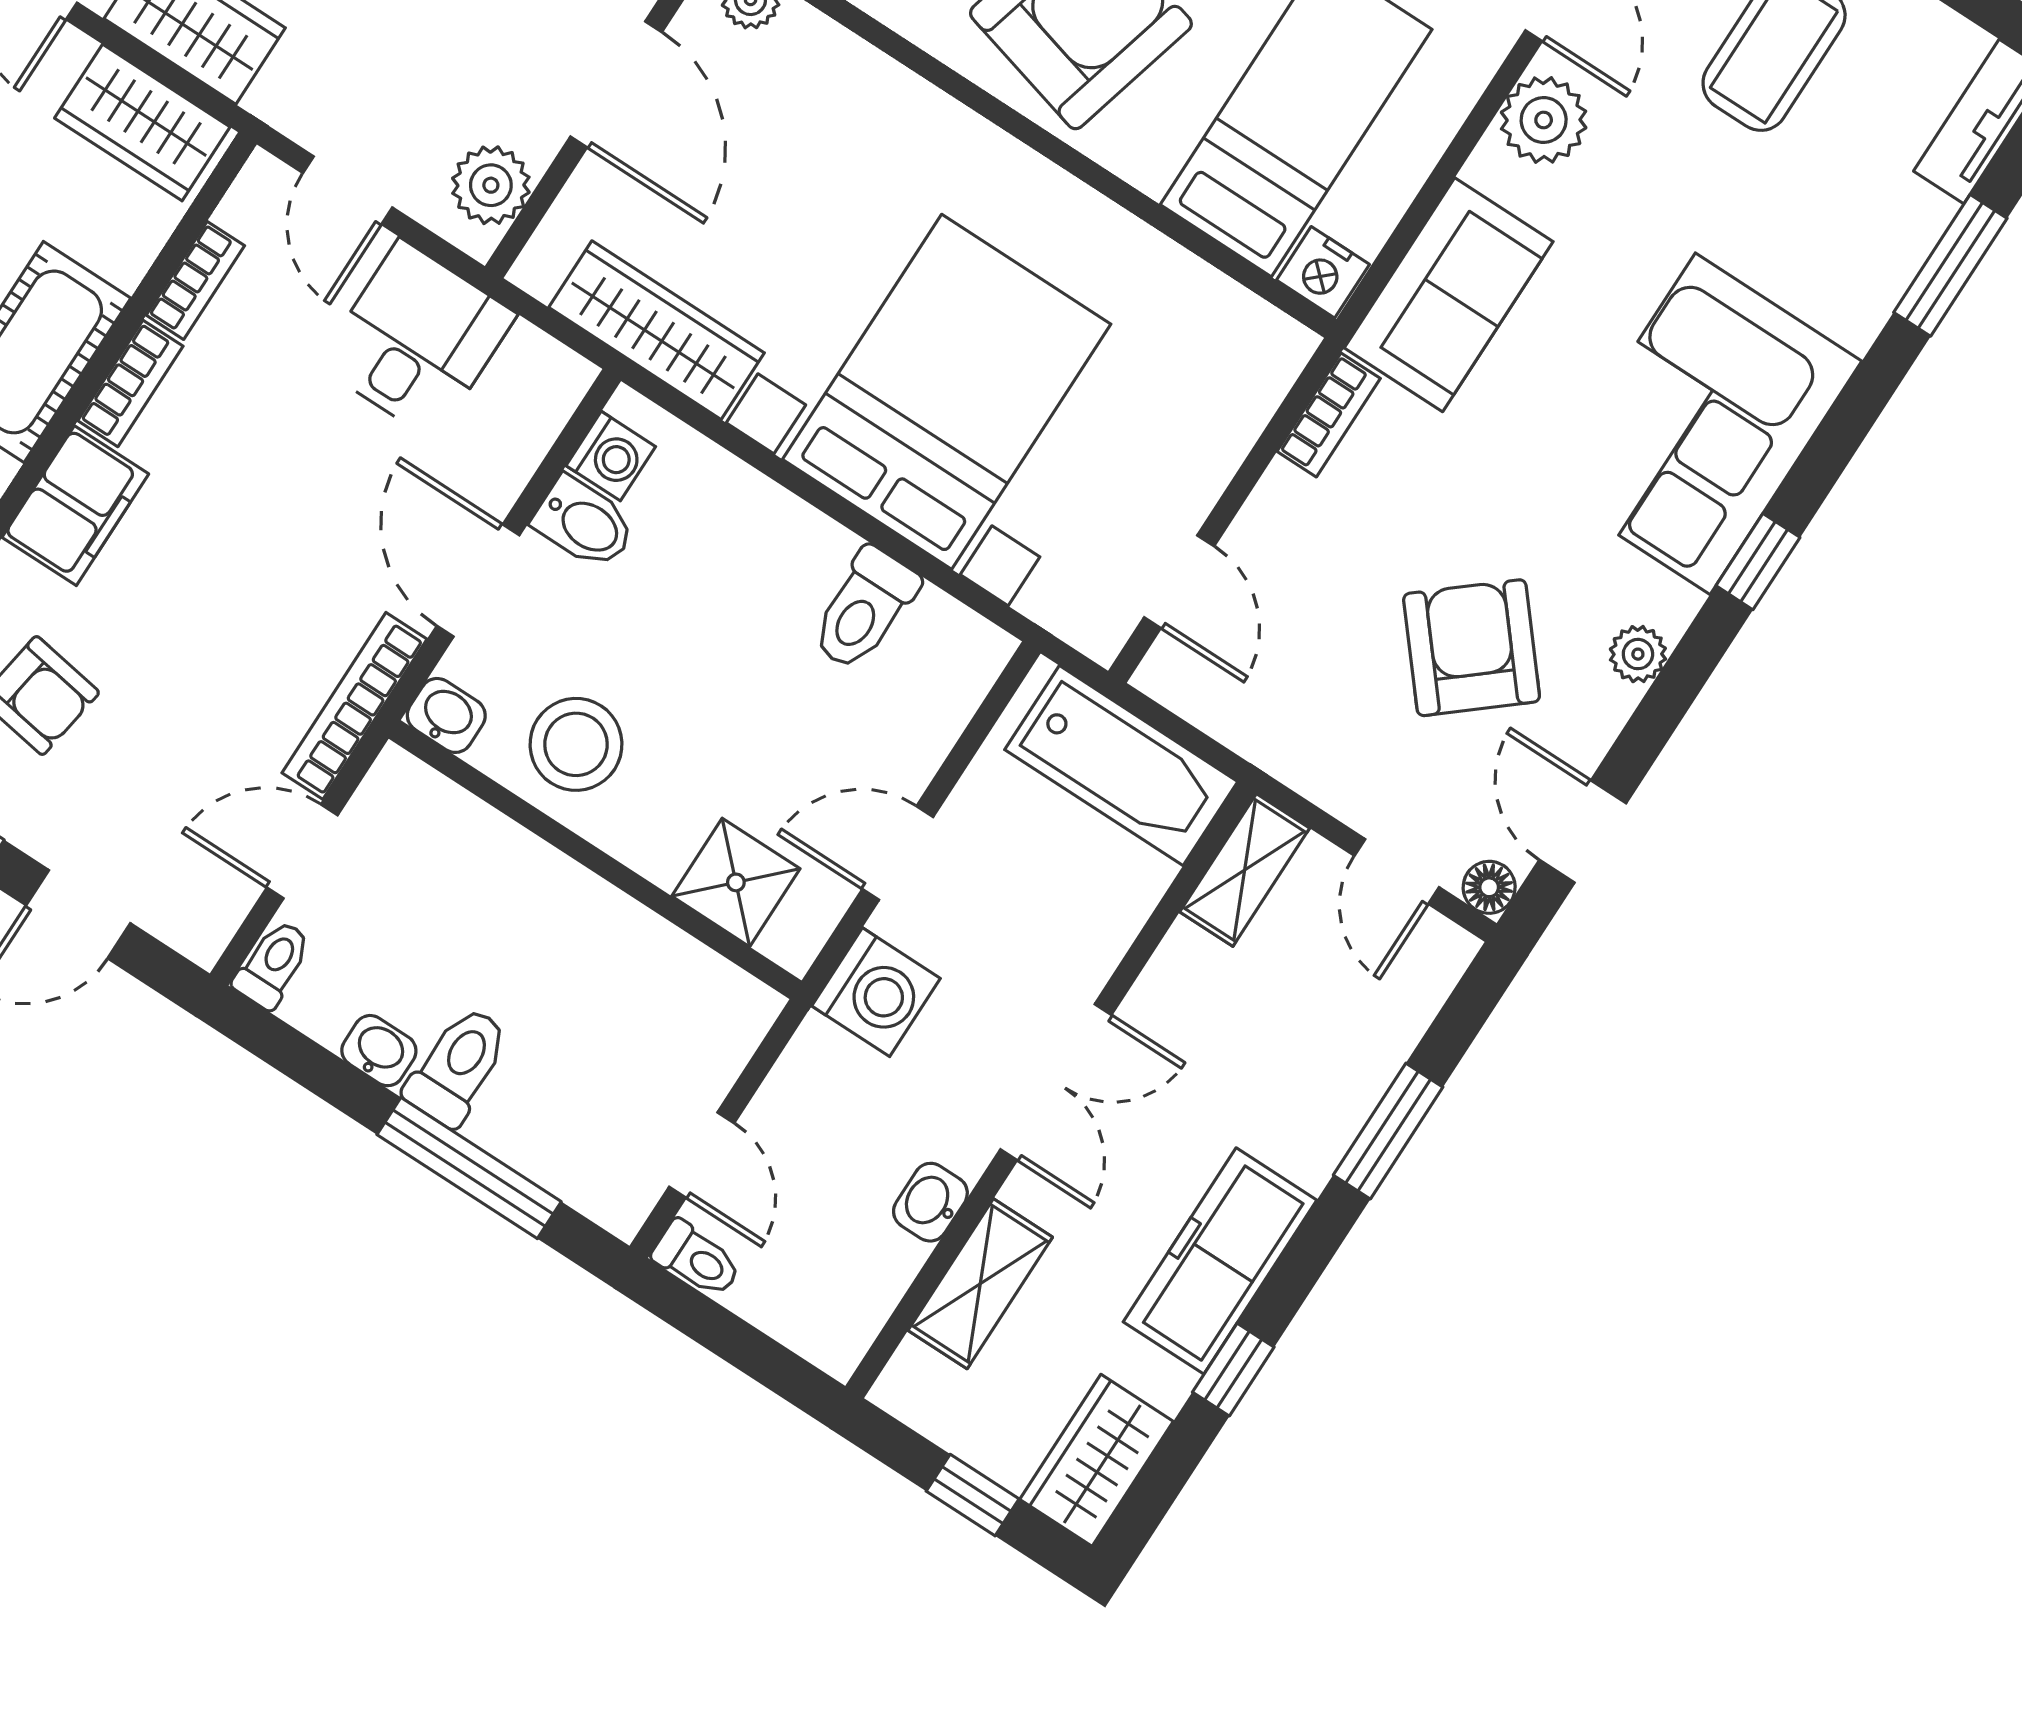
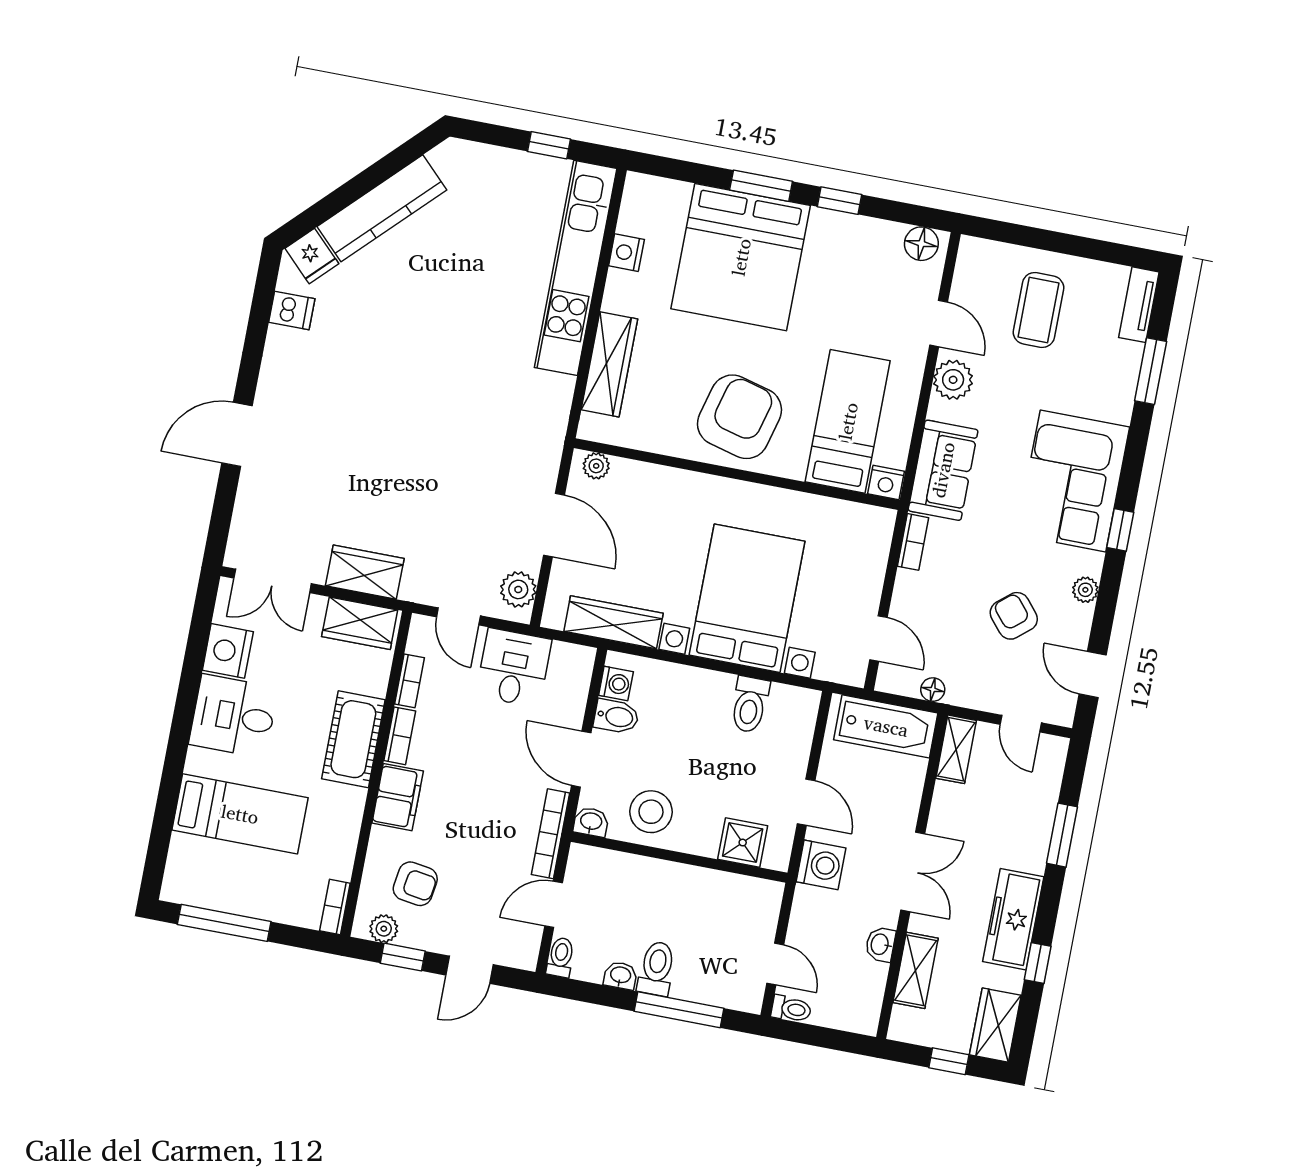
armchair: (1472, 648) -> (1014, 616), width x0.72, depth x0.72
door: (898, 853) -> (806, 802), swing flipped
floor lamp: (1489, 887) -> (933, 690), moved

